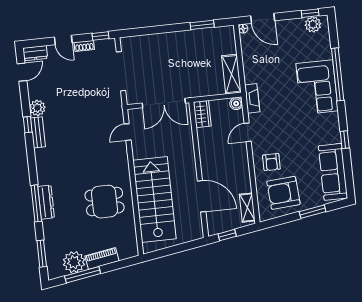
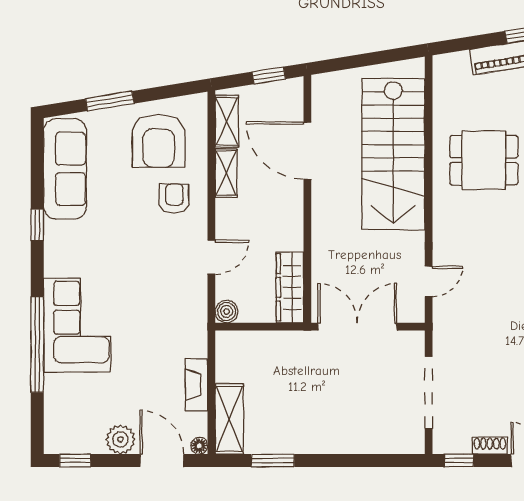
plant: (313, 24) -> (120, 440), moved
shelving: (231, 74) -> (229, 419), moved
fireplace: (252, 98) -> (197, 385), moved
wardrobe: (202, 114) -> (290, 287), width x1.50
shelving: (245, 179) -> (226, 173), added
armchair: (283, 193) -> (159, 141), turned 94

